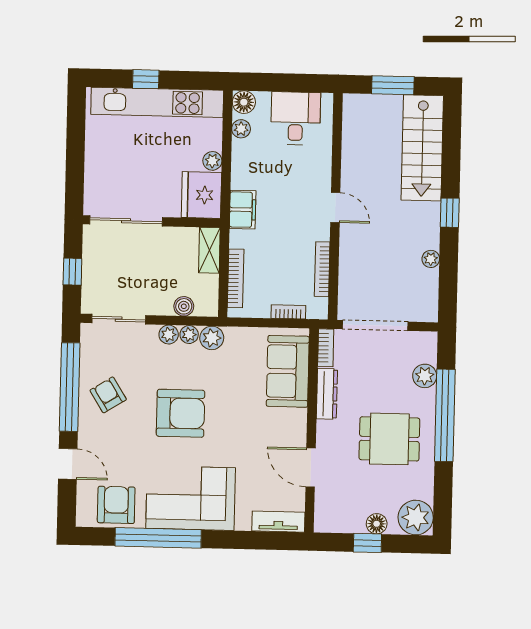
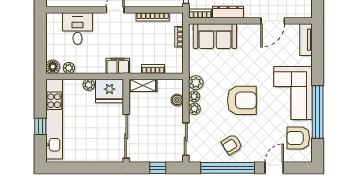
desk: (296, 118) -> (78, 28), moved, turned 90
bookcase: (236, 278) -> (153, 69), width x0.64
armchair: (181, 413) -> (242, 100), turned 90

